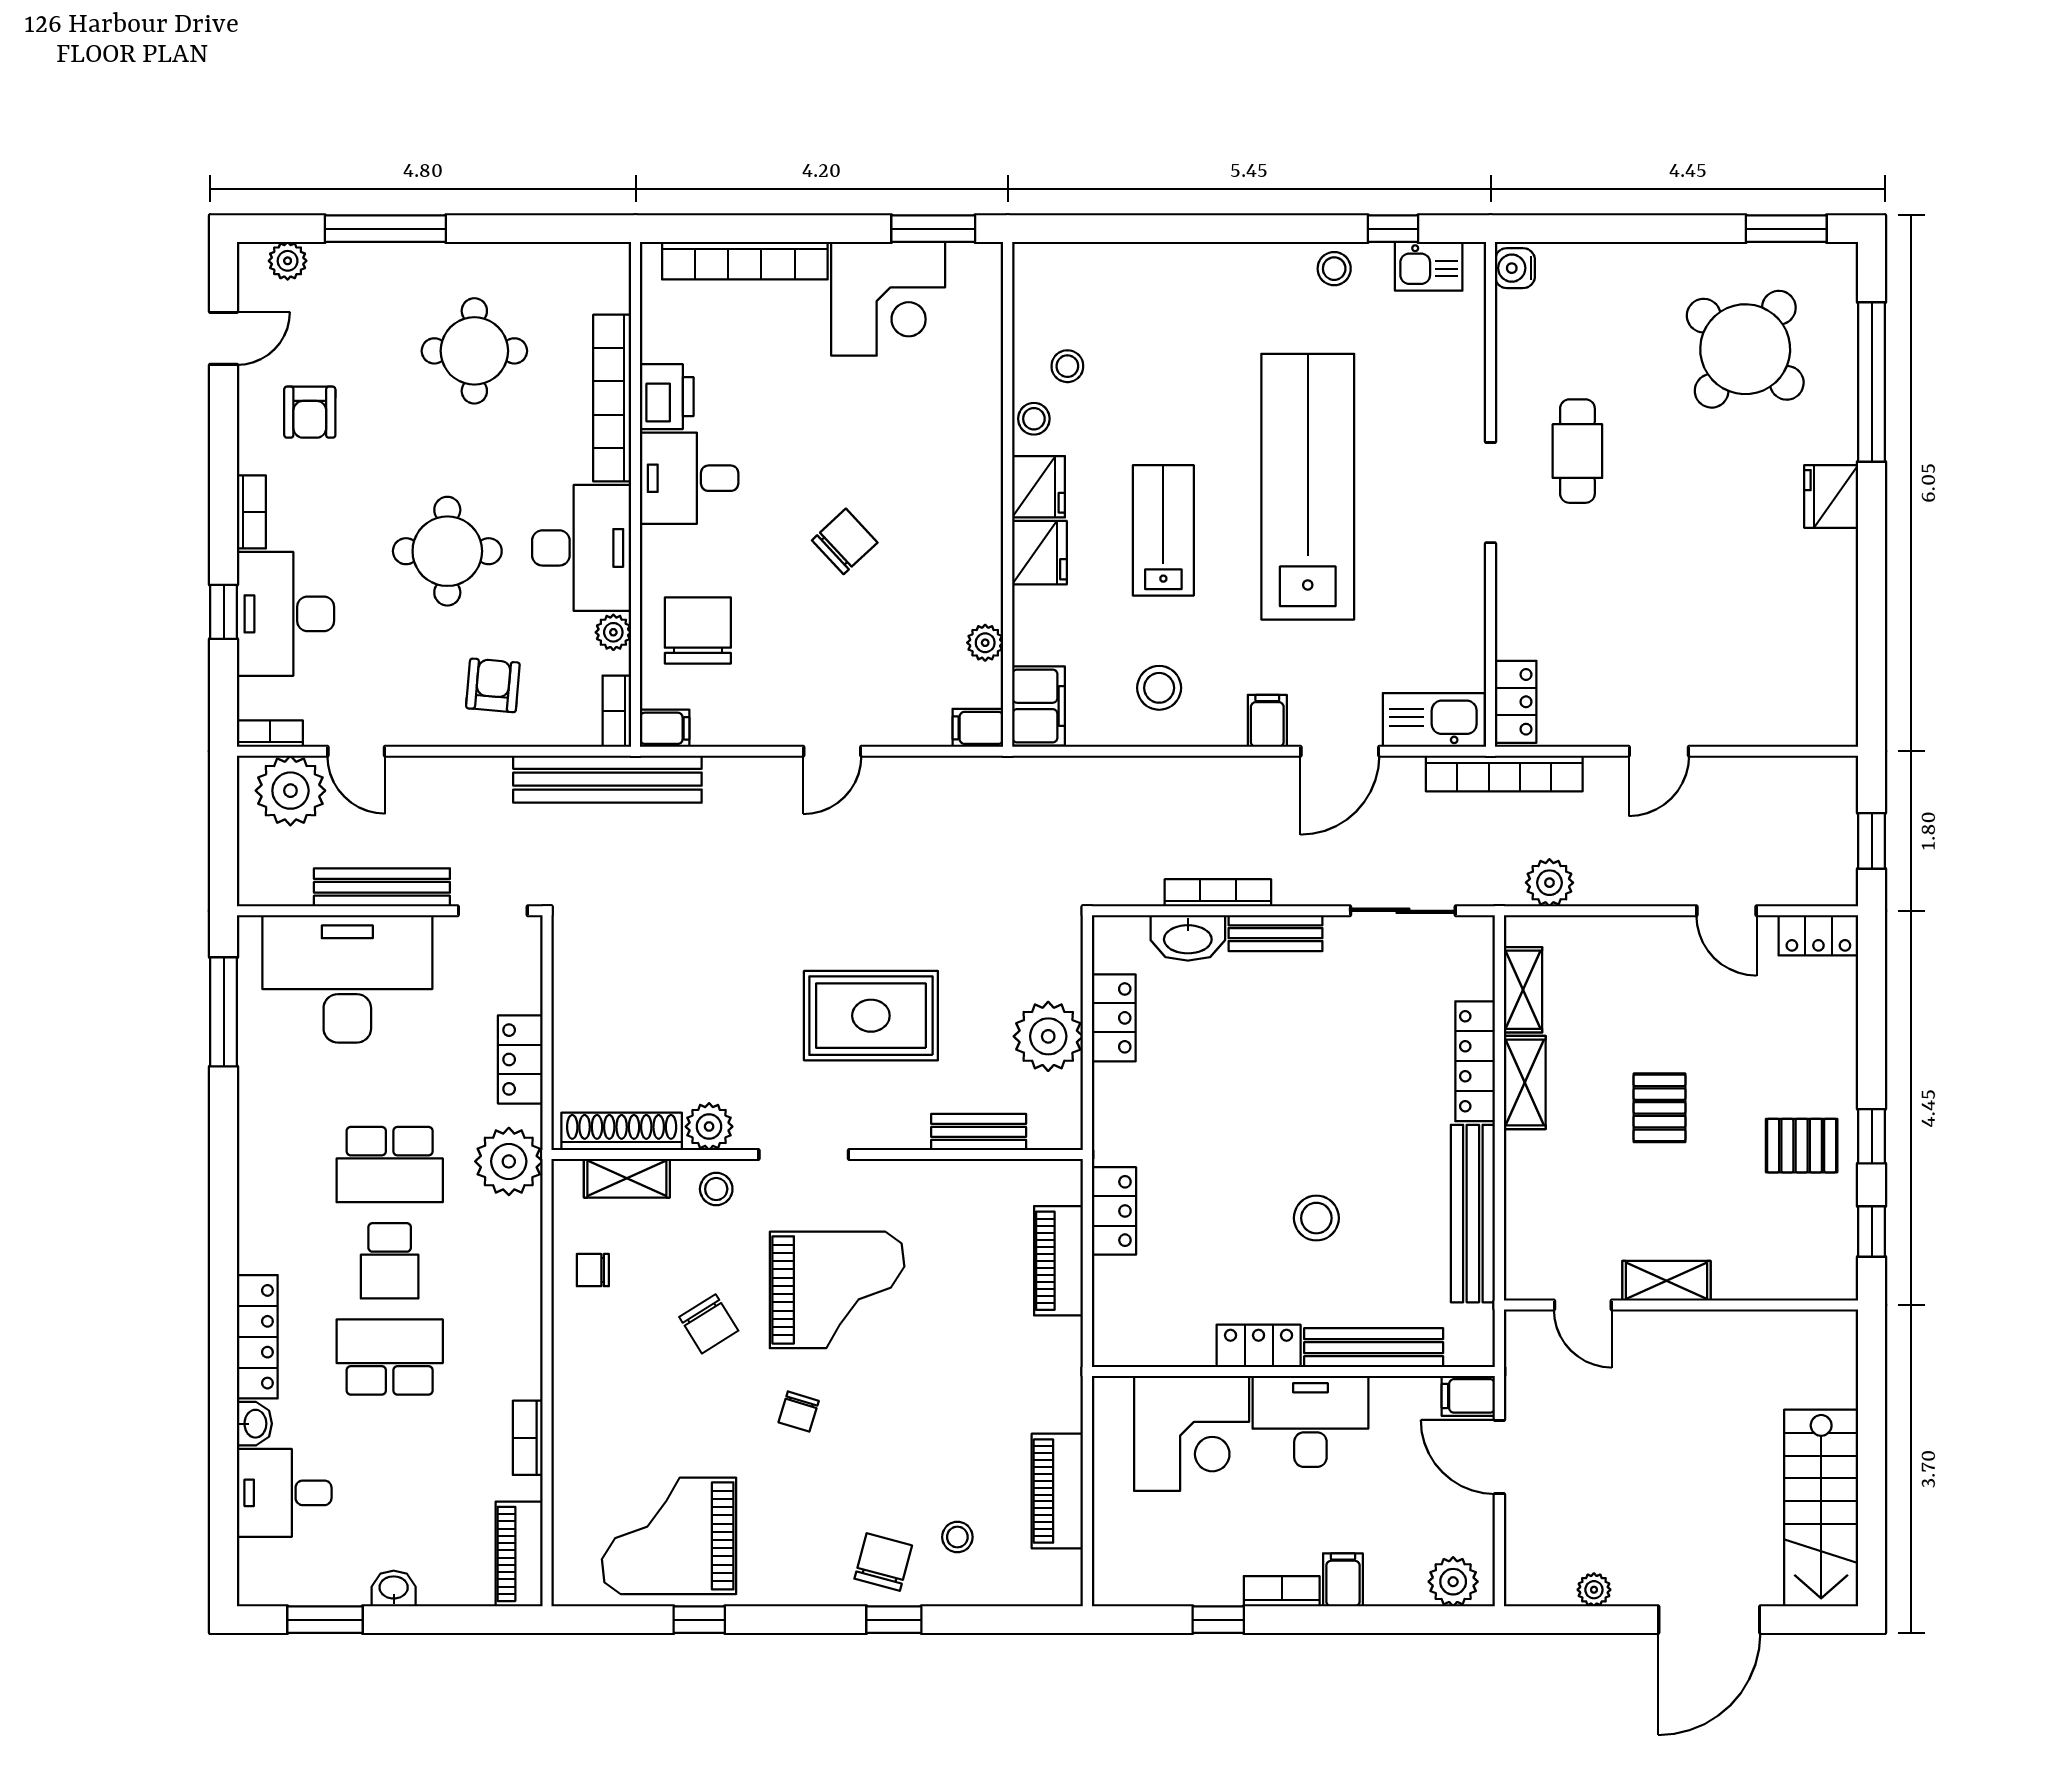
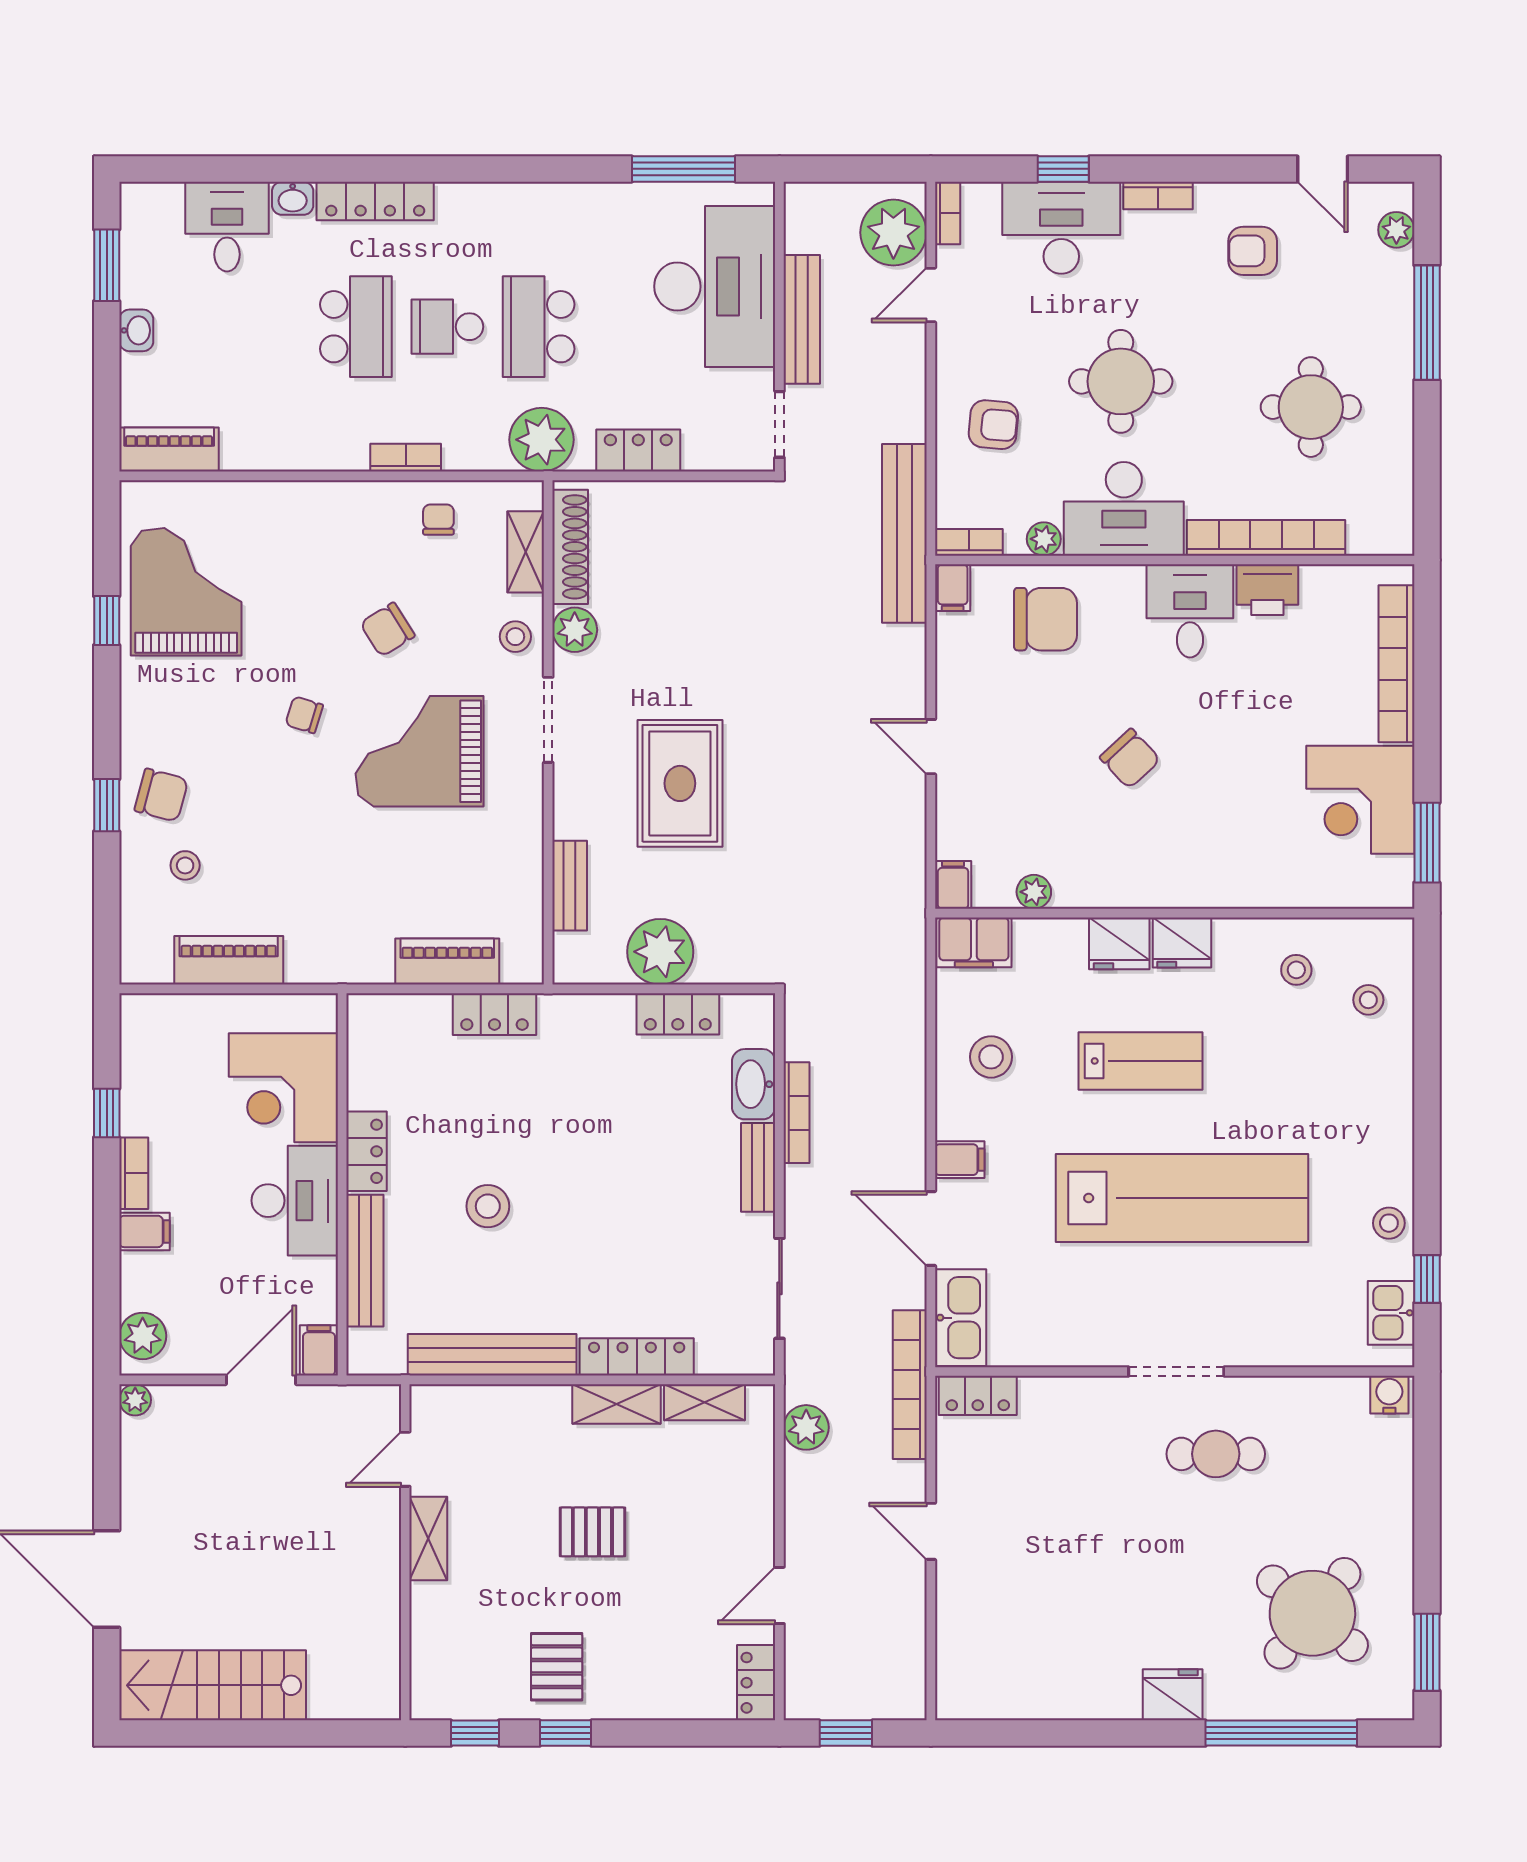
stool: (1034, 419) -> (1368, 1000), moved
grand piano: (837, 1290) -> (420, 751), turned 90
bookcase: (528, 1438) -> (406, 458), moved
plant: (1594, 1590) -> (135, 1400), moved

